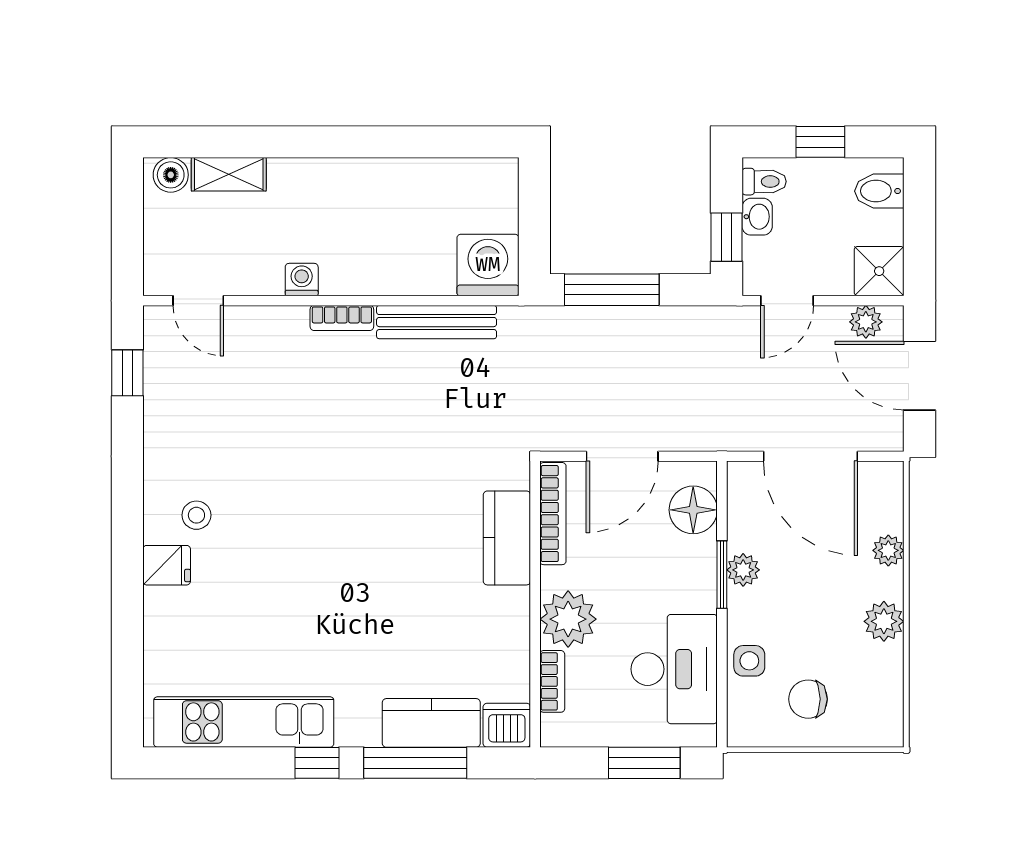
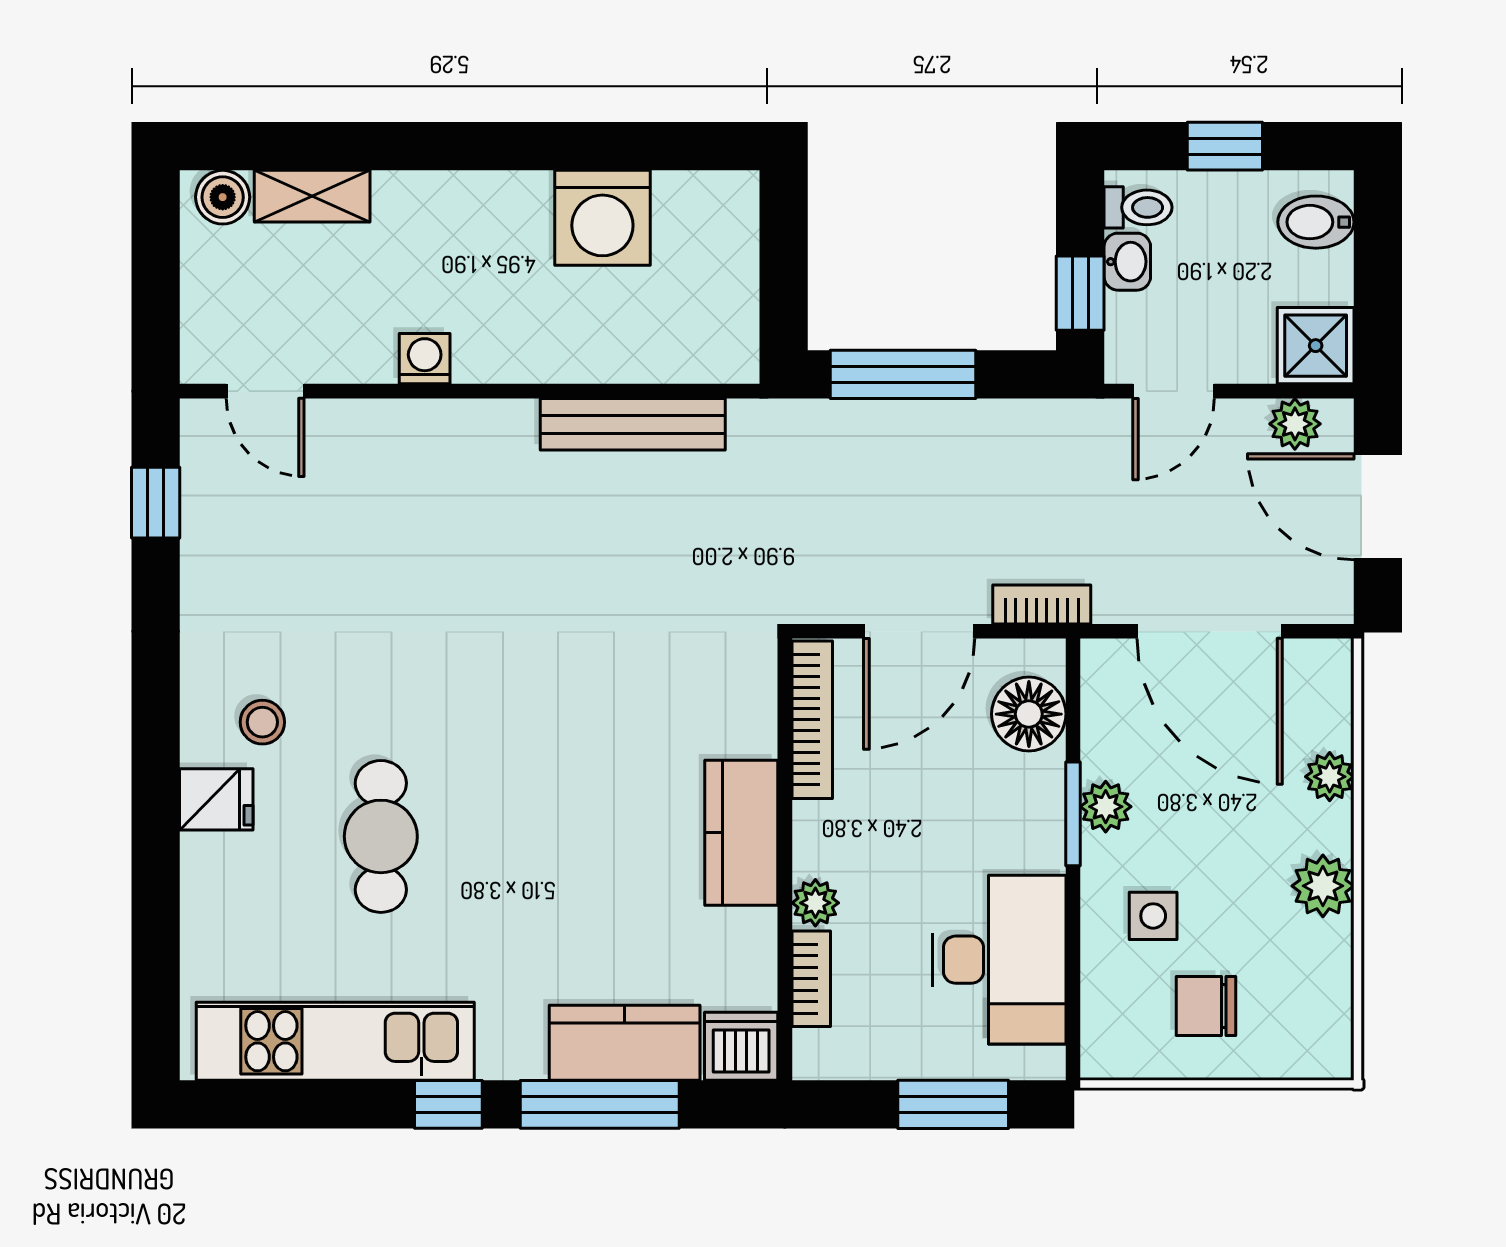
washing machine: (488, 265) -> (602, 218), moved, turned 180
bookcase: (342, 318) -> (1042, 605), moved, turned 180
kitchen counter: (507, 538) -> (741, 833), moved
cafe table: (273, 589) -> (381, 836), added
plant: (568, 619) -> (815, 903), width x0.53, depth x0.53
side table: (749, 661) -> (1153, 916), moved

